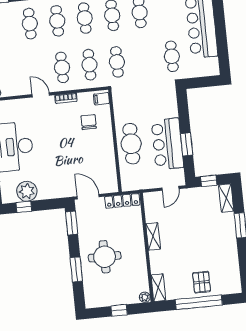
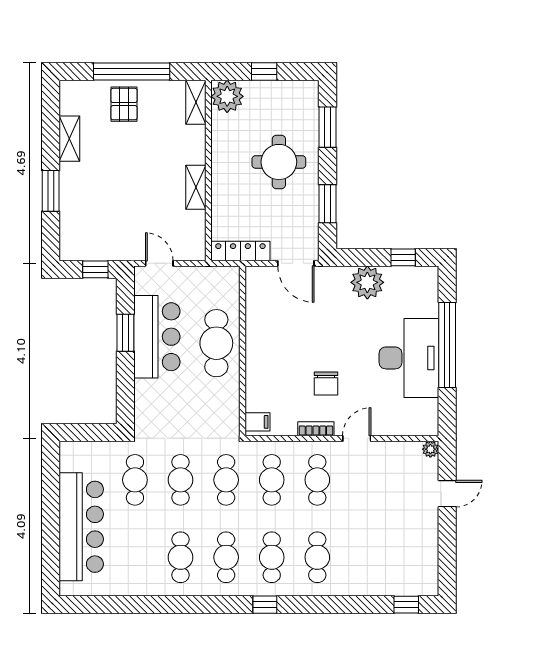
cafe table: (30, 24) -> (181, 480), moved
door: (41, 95) -> (357, 438), swing flipped
chair: (89, 122) -> (326, 384), moved
door: (170, 188) -> (159, 263), hinge flipped
plant: (27, 191) -> (367, 282), moved
shelving: (226, 198) -> (69, 139), moved
window: (72, 223) -> (328, 204), moved
window: (76, 269) -> (328, 127), moved
plant: (145, 297) -> (227, 96), width x1.87, depth x1.87

